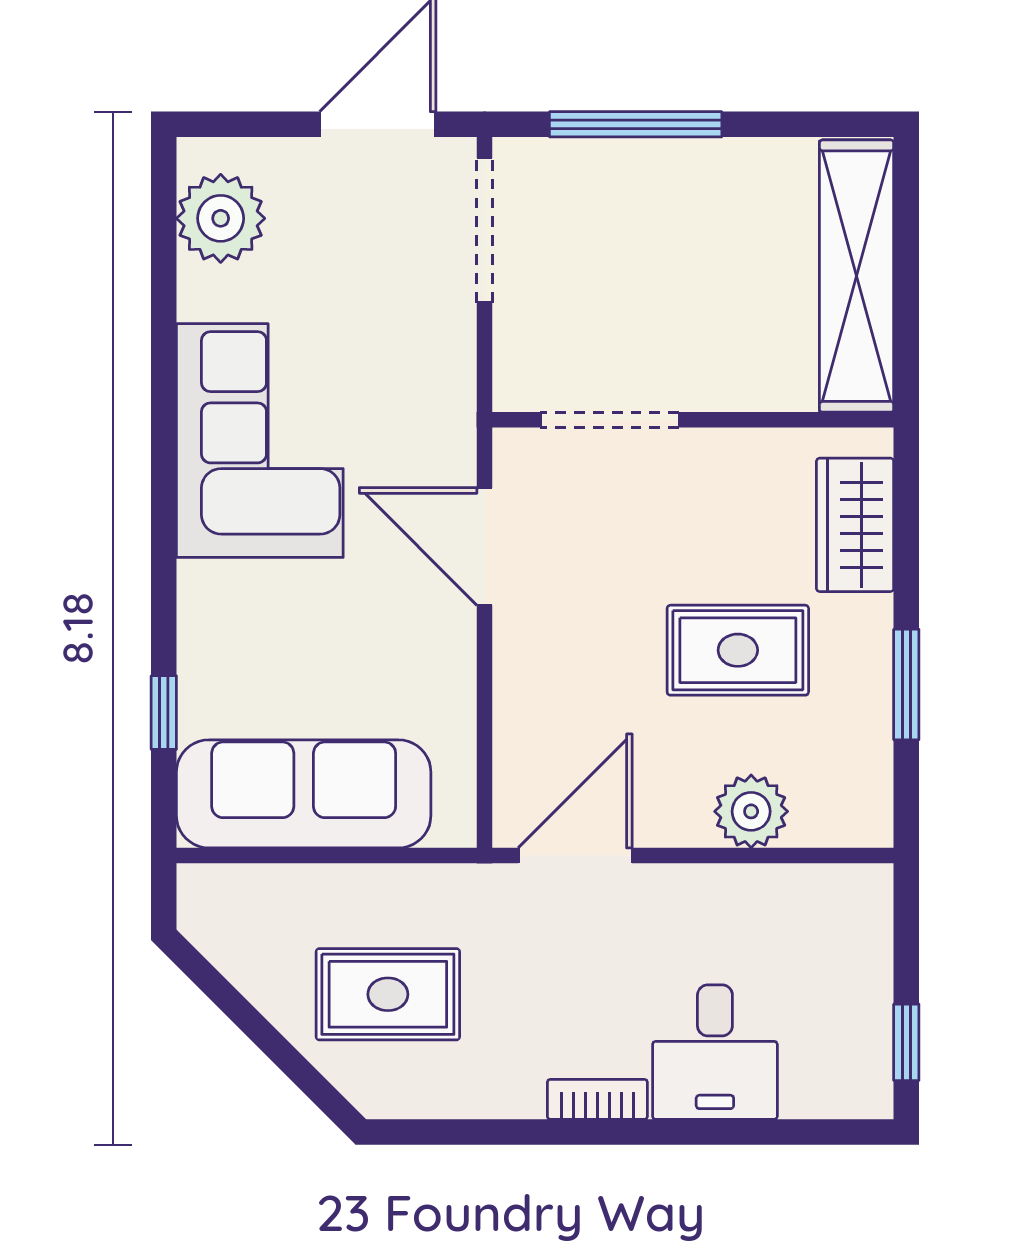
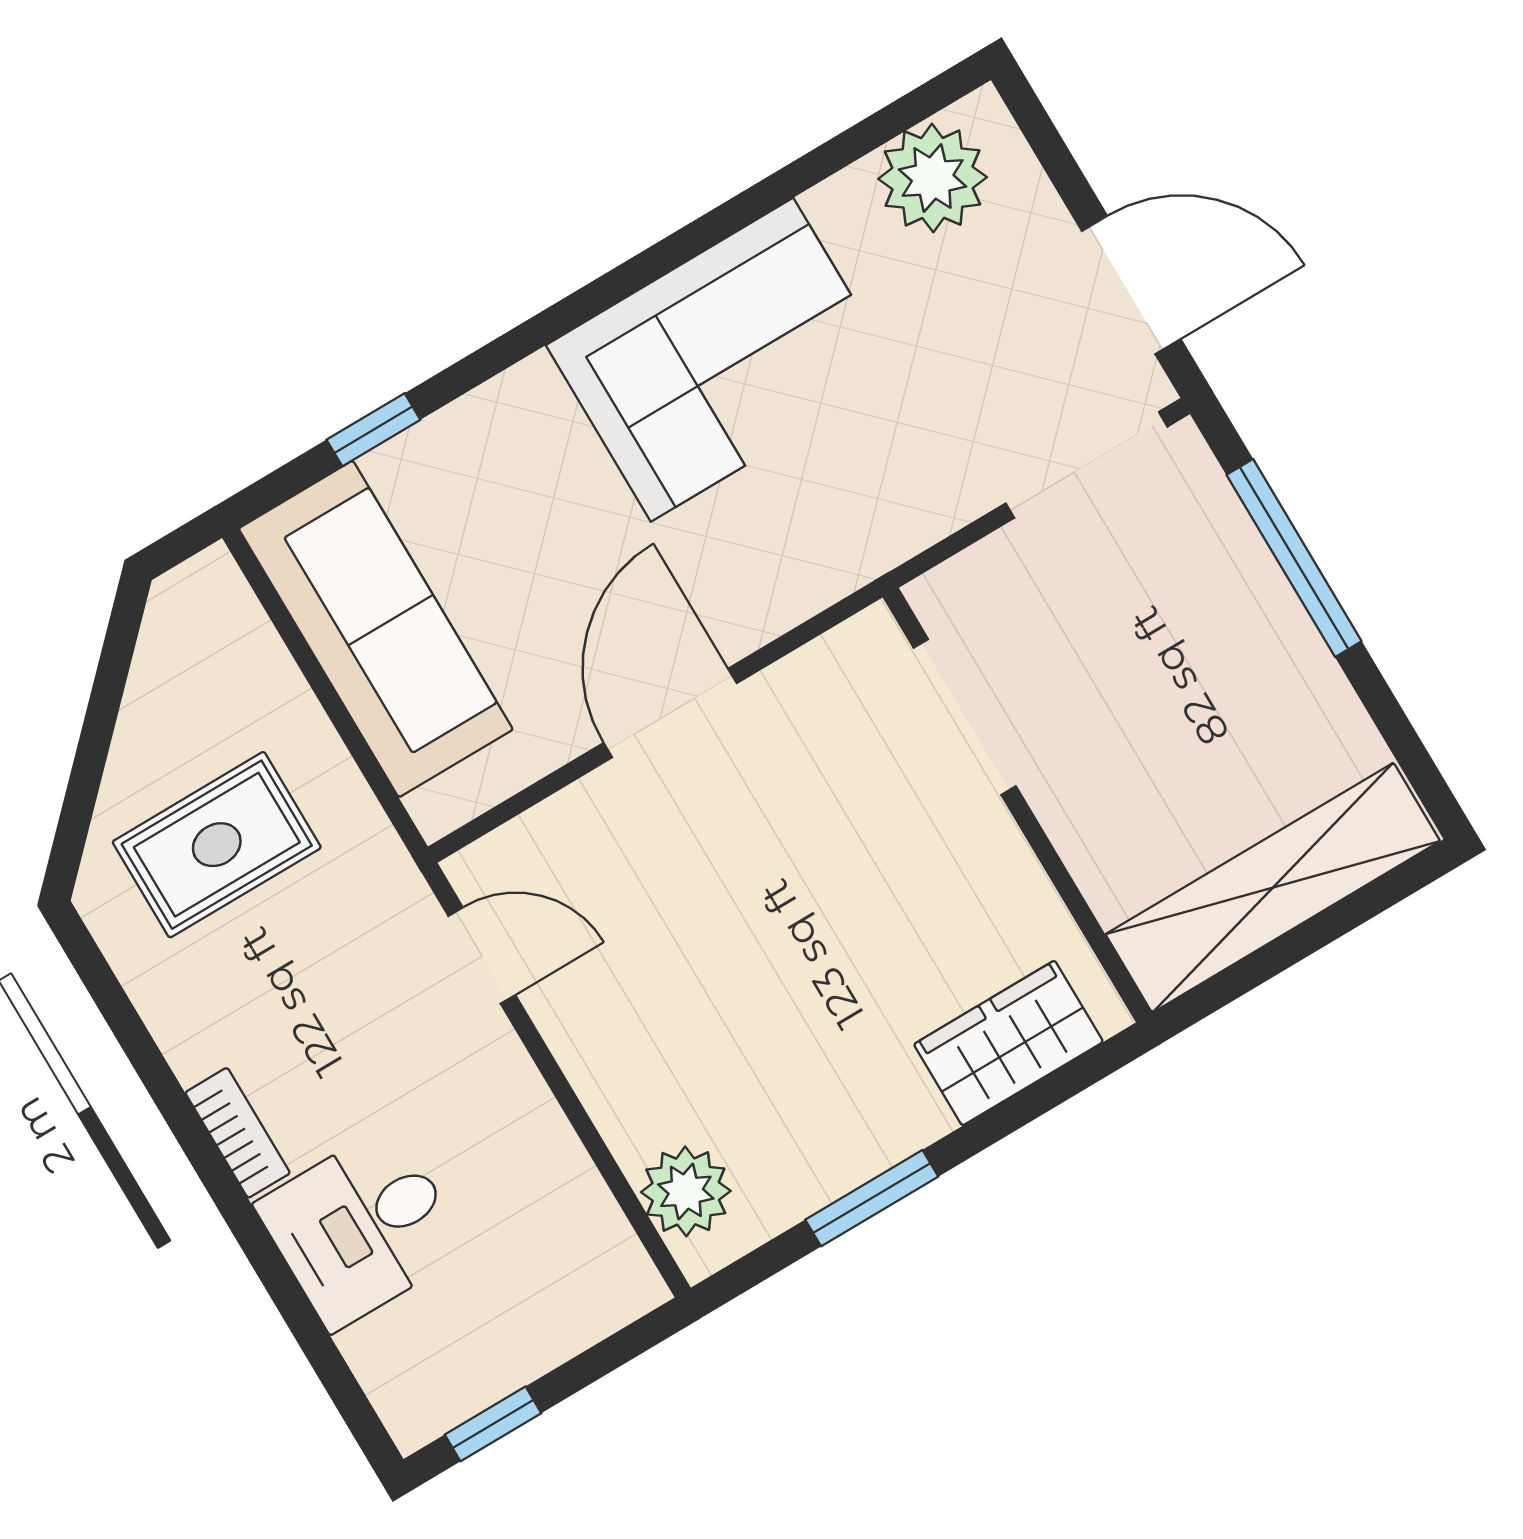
door: (485, 546) -> (670, 713), moved
rug: (738, 650) -> (802, 998), removed
plant: (751, 811) -> (686, 1191), moved
door: (575, 856) -> (482, 955), width x0.73
rug: (388, 994) -> (217, 845), turned 90

